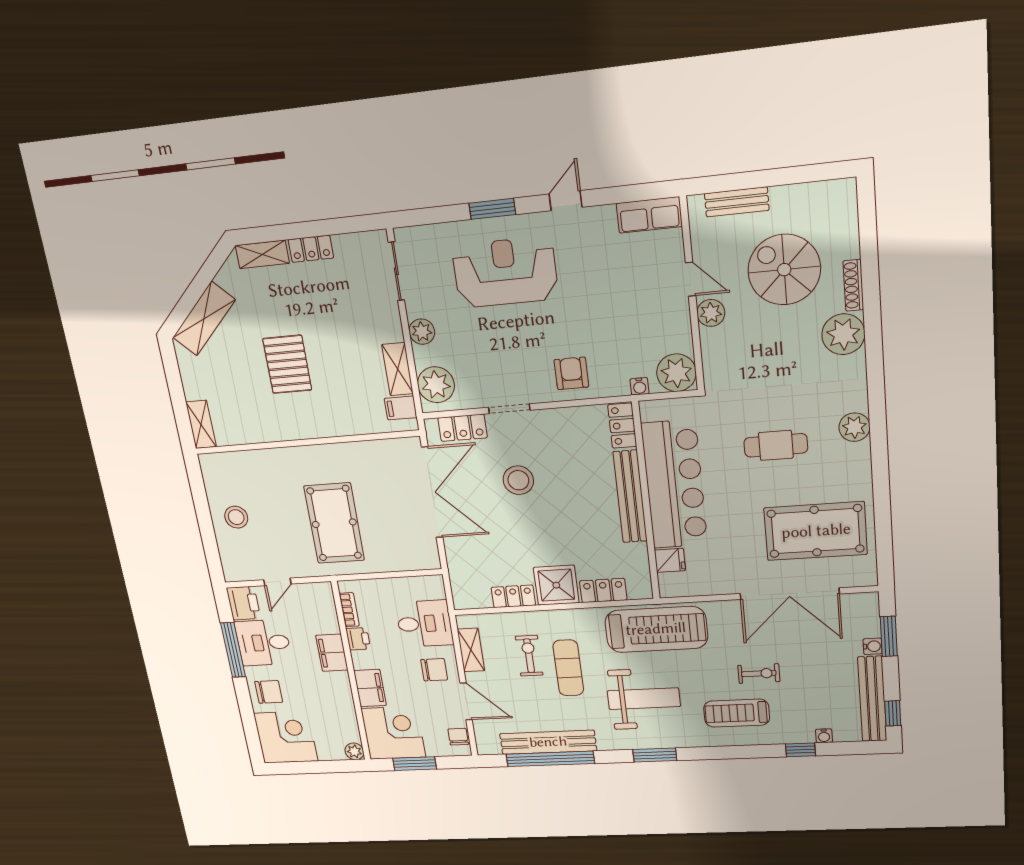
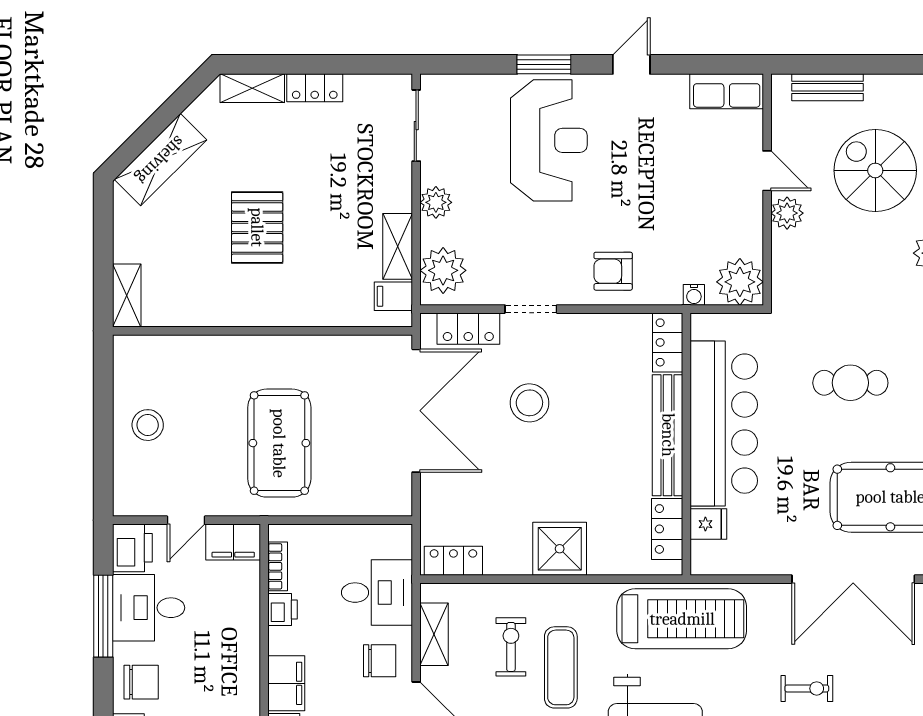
reception desk: (505, 272) -> (549, 140), turned 90
armchair: (571, 373) -> (613, 271), turned -90
locker: (603, 590) -> (667, 529), moved, turned -90
locker: (513, 596) -> (453, 561), moved
filing cabinet: (332, 653) -> (233, 542), moved, turned -90

